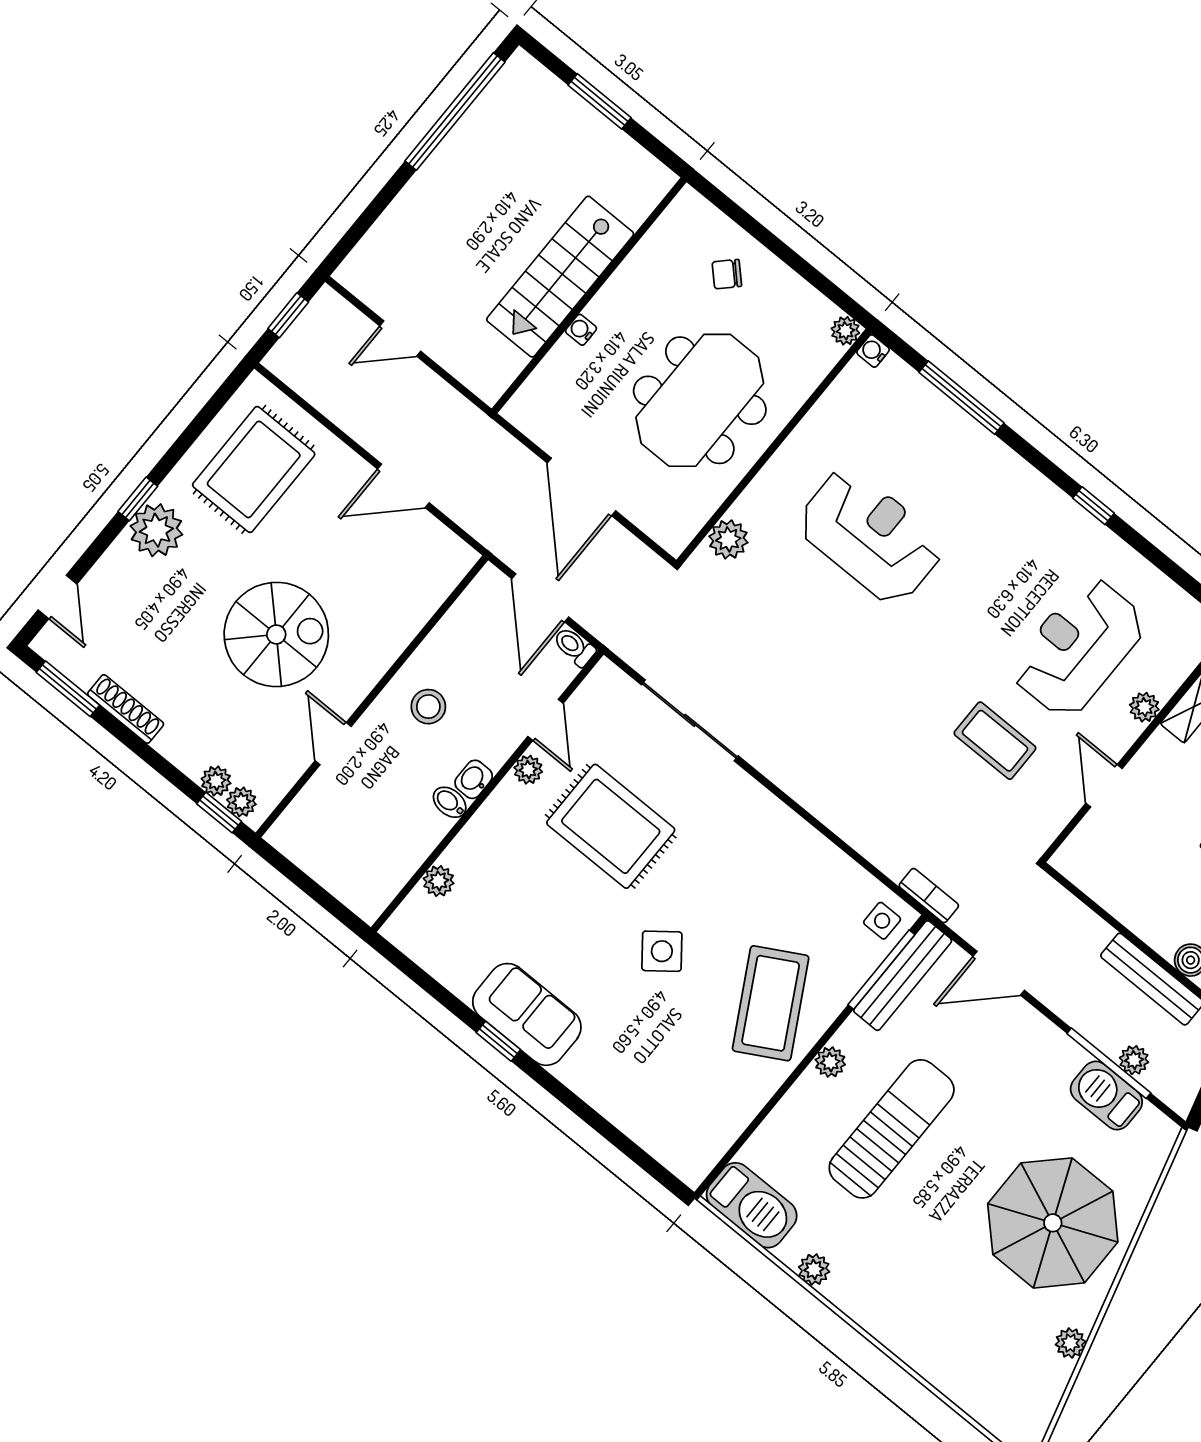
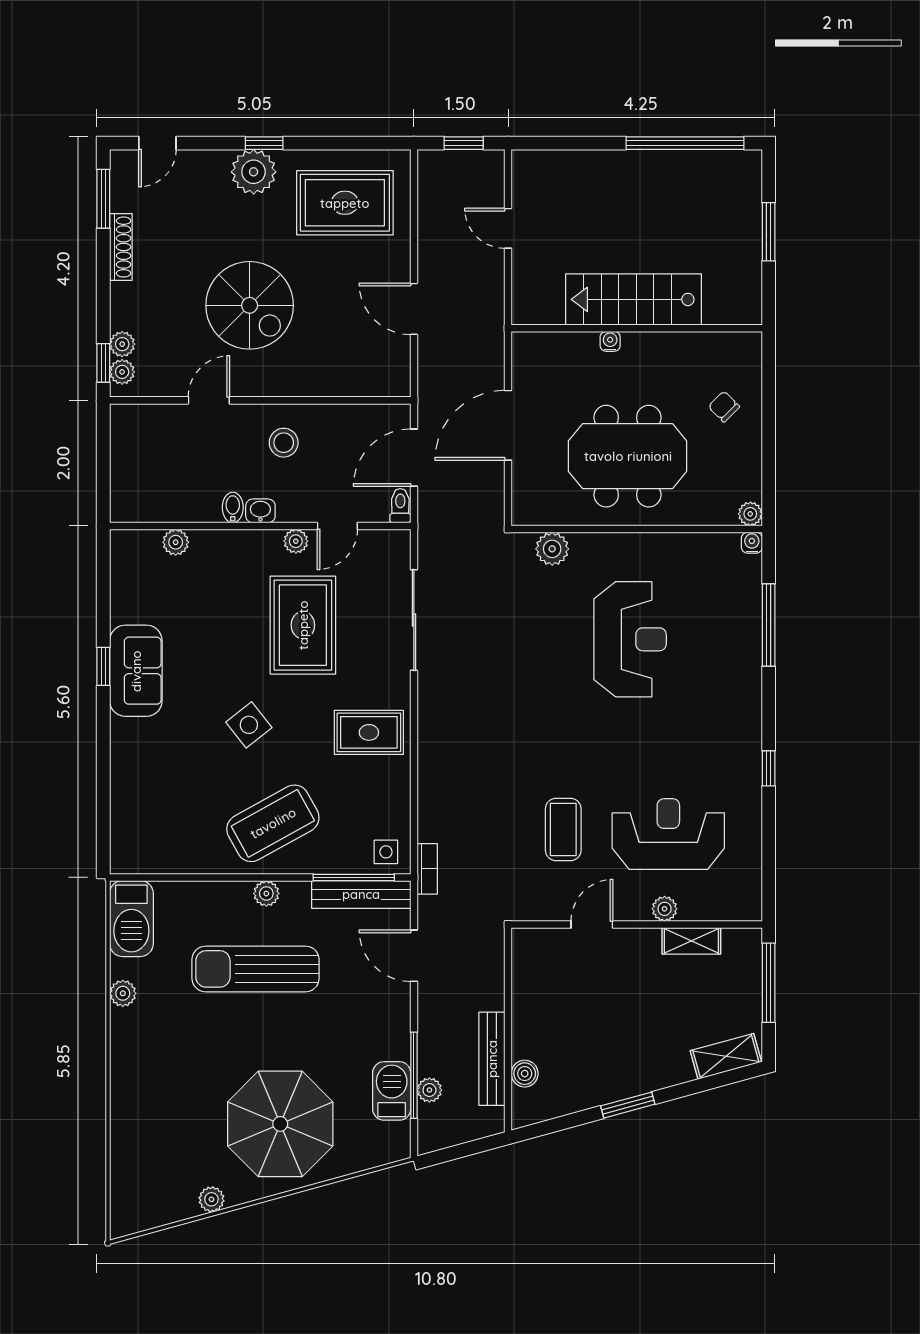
rug: (759, 846) -> (369, 732), added
sun lounger: (892, 1129) -> (256, 969), turned 180

